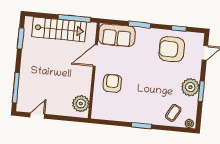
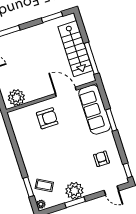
window: (179, 28) -> (128, 170), moved
sofa: (117, 35) -> (95, 110), width x1.36
armchair: (172, 49) -> (101, 159), width x0.53, depth x0.53
window: (141, 126) -> (28, 187), moved

